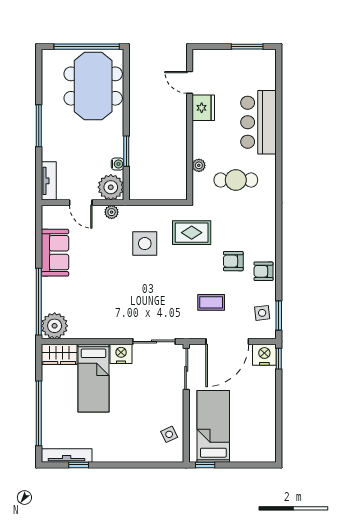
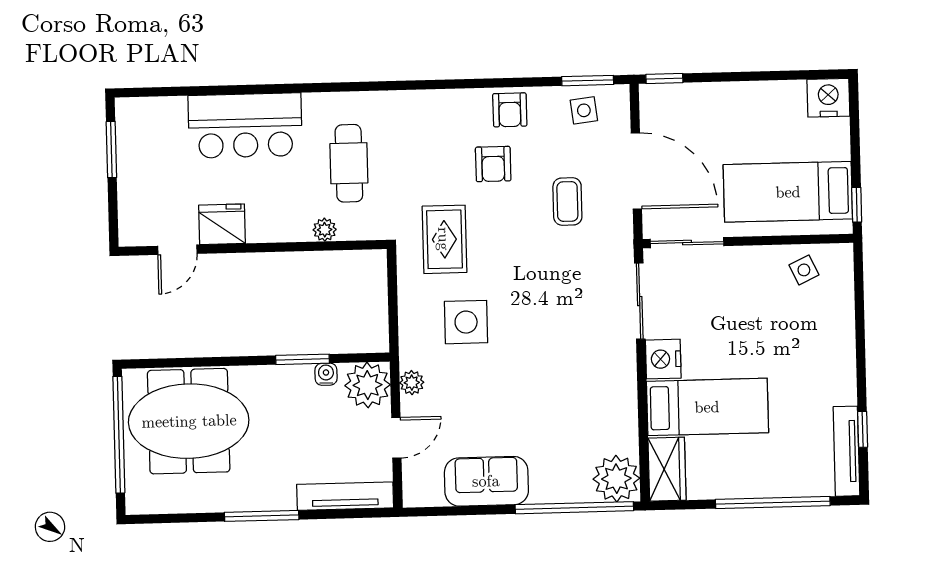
tv unit: (49, 181) -> (345, 496), width x1.41
nightstand: (264, 355) -> (828, 98), moved, turned 90

